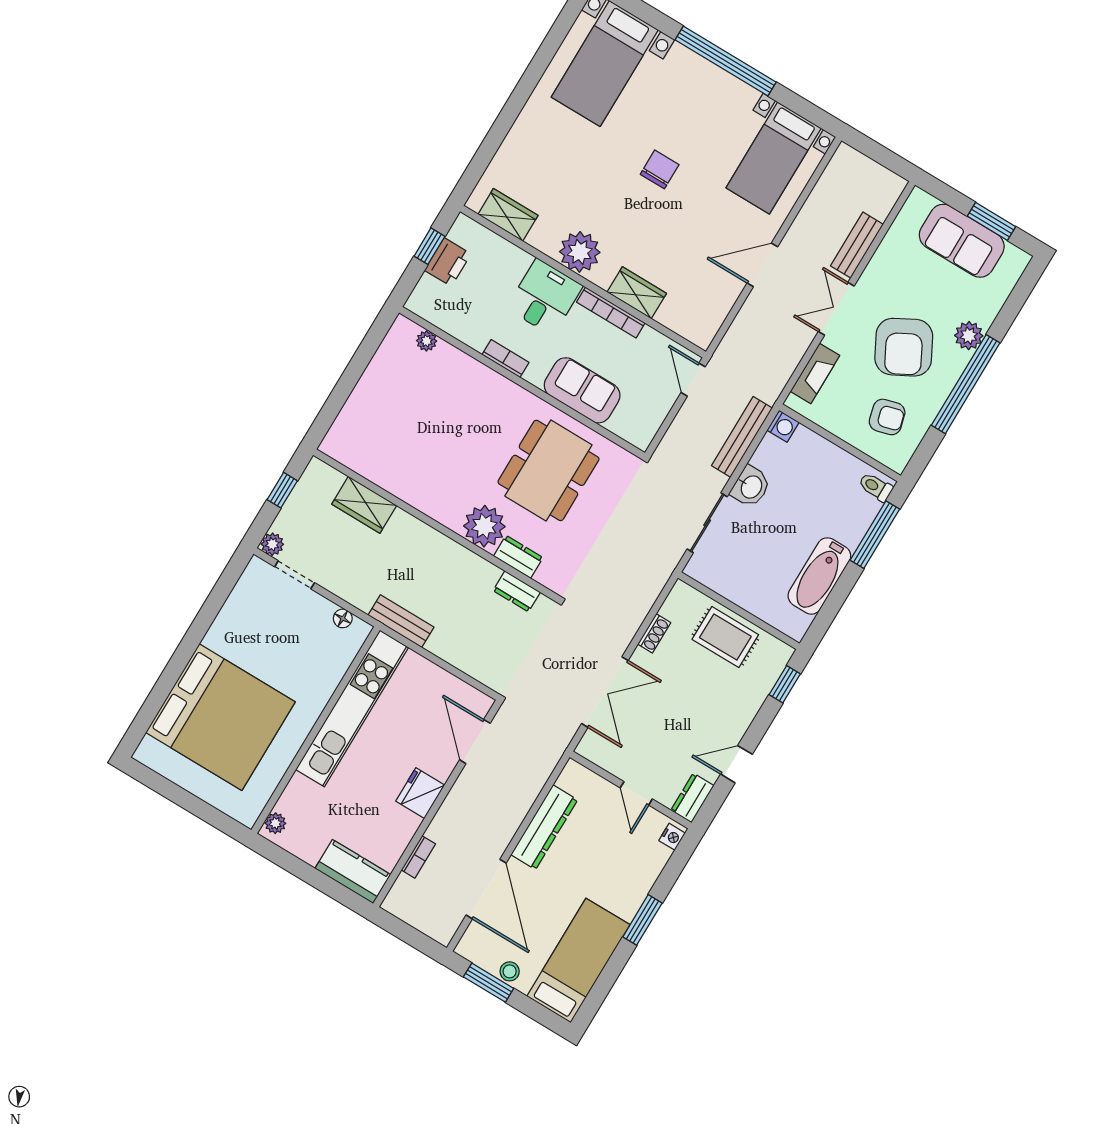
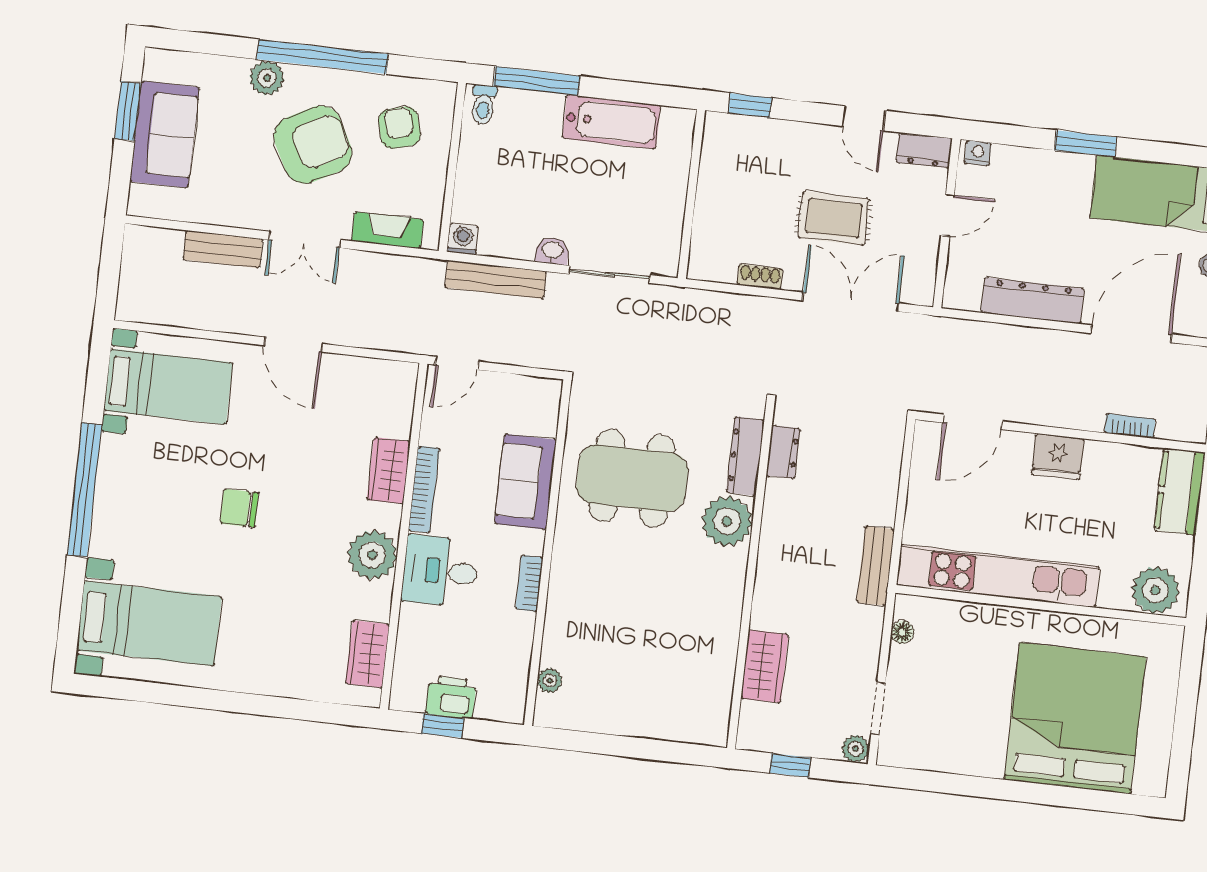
washbasin: (751, 487) -> (552, 251), width x0.72, depth x0.69
dresser: (518, 557) -> (745, 456), width x1.44
rug: (725, 637) -> (834, 218), moved, turned 90
plant: (275, 823) -> (1155, 590), width x1.88, depth x1.88

